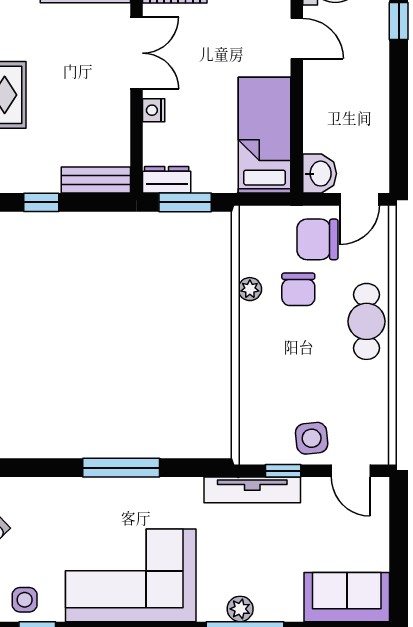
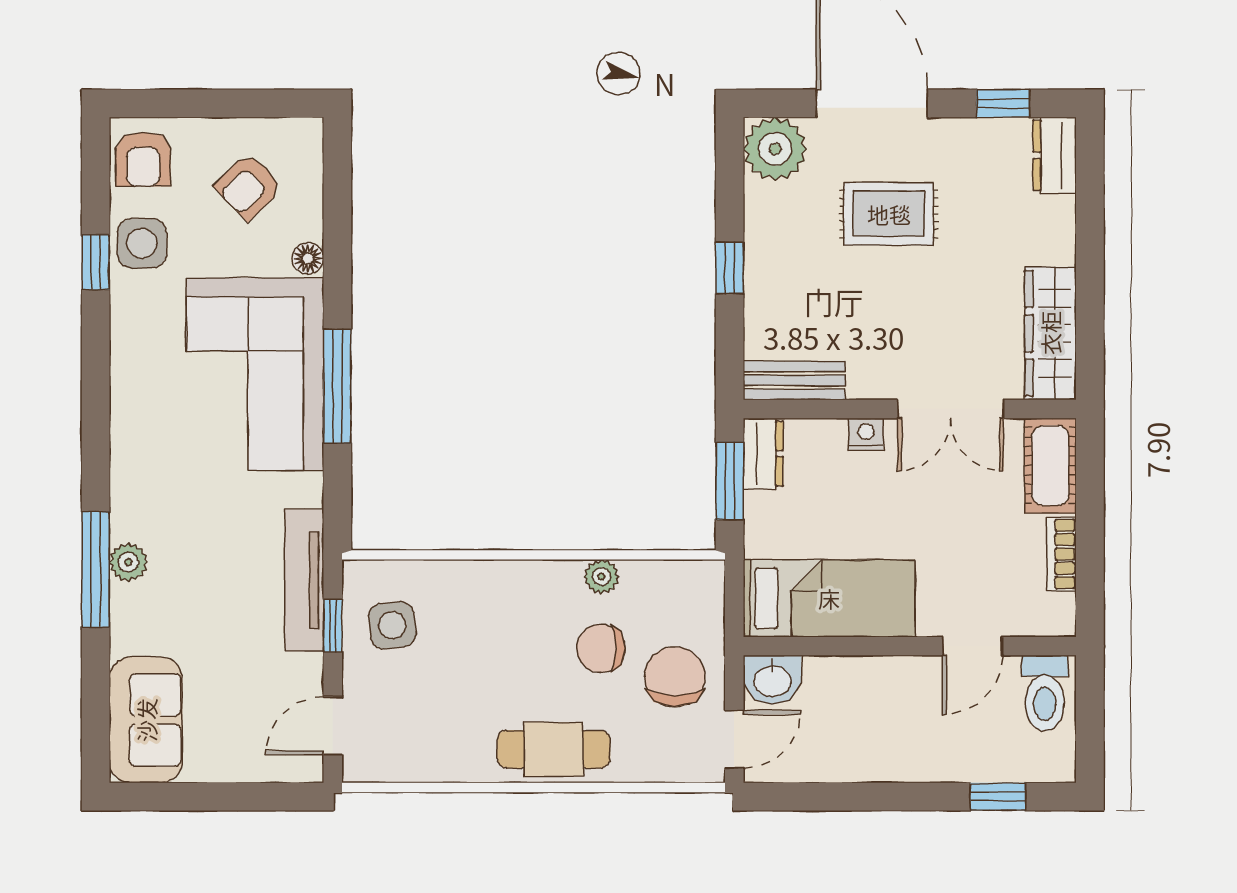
bench: (96, 180) -> (794, 380), moved, turned 90
door: (360, 199) -> (734, 739), swing flipped
side table: (312, 438) -> (392, 625), moved
floor lamp: (35, 488) -> (308, 258), added
corner sofa: (131, 575) -> (255, 374), moved, turned 180
side table: (25, 600) -> (142, 243), width x1.37, depth x1.37

